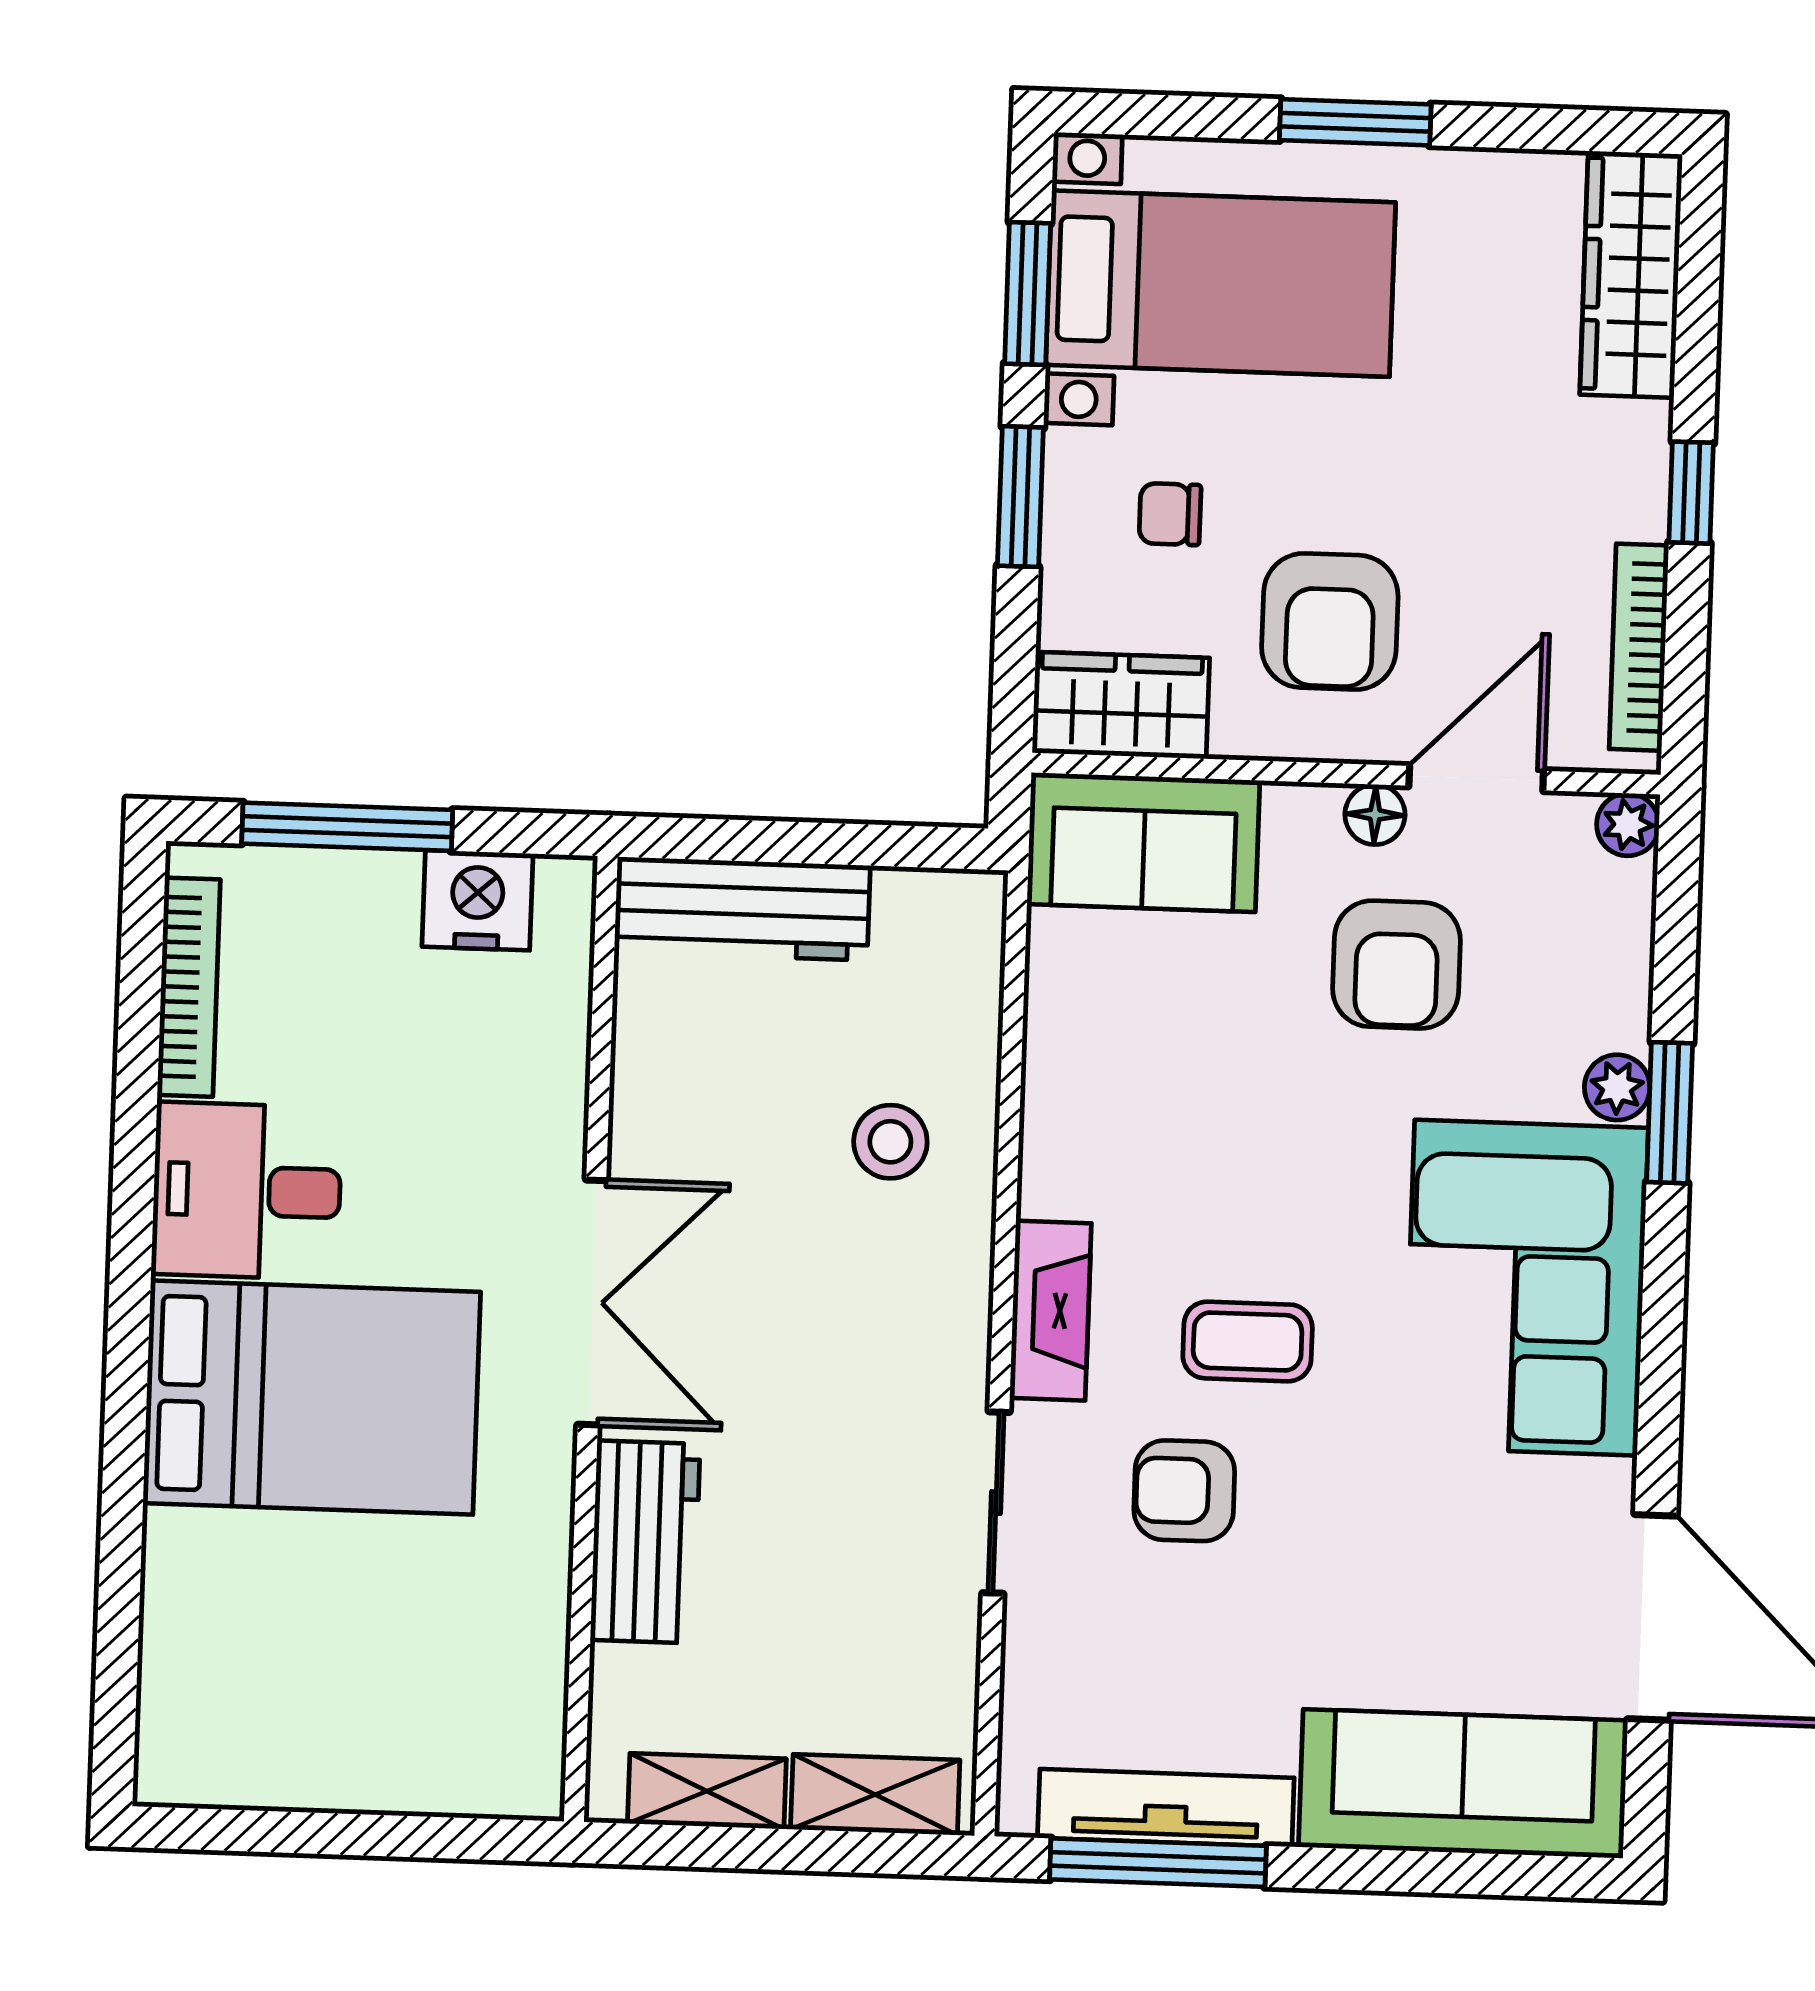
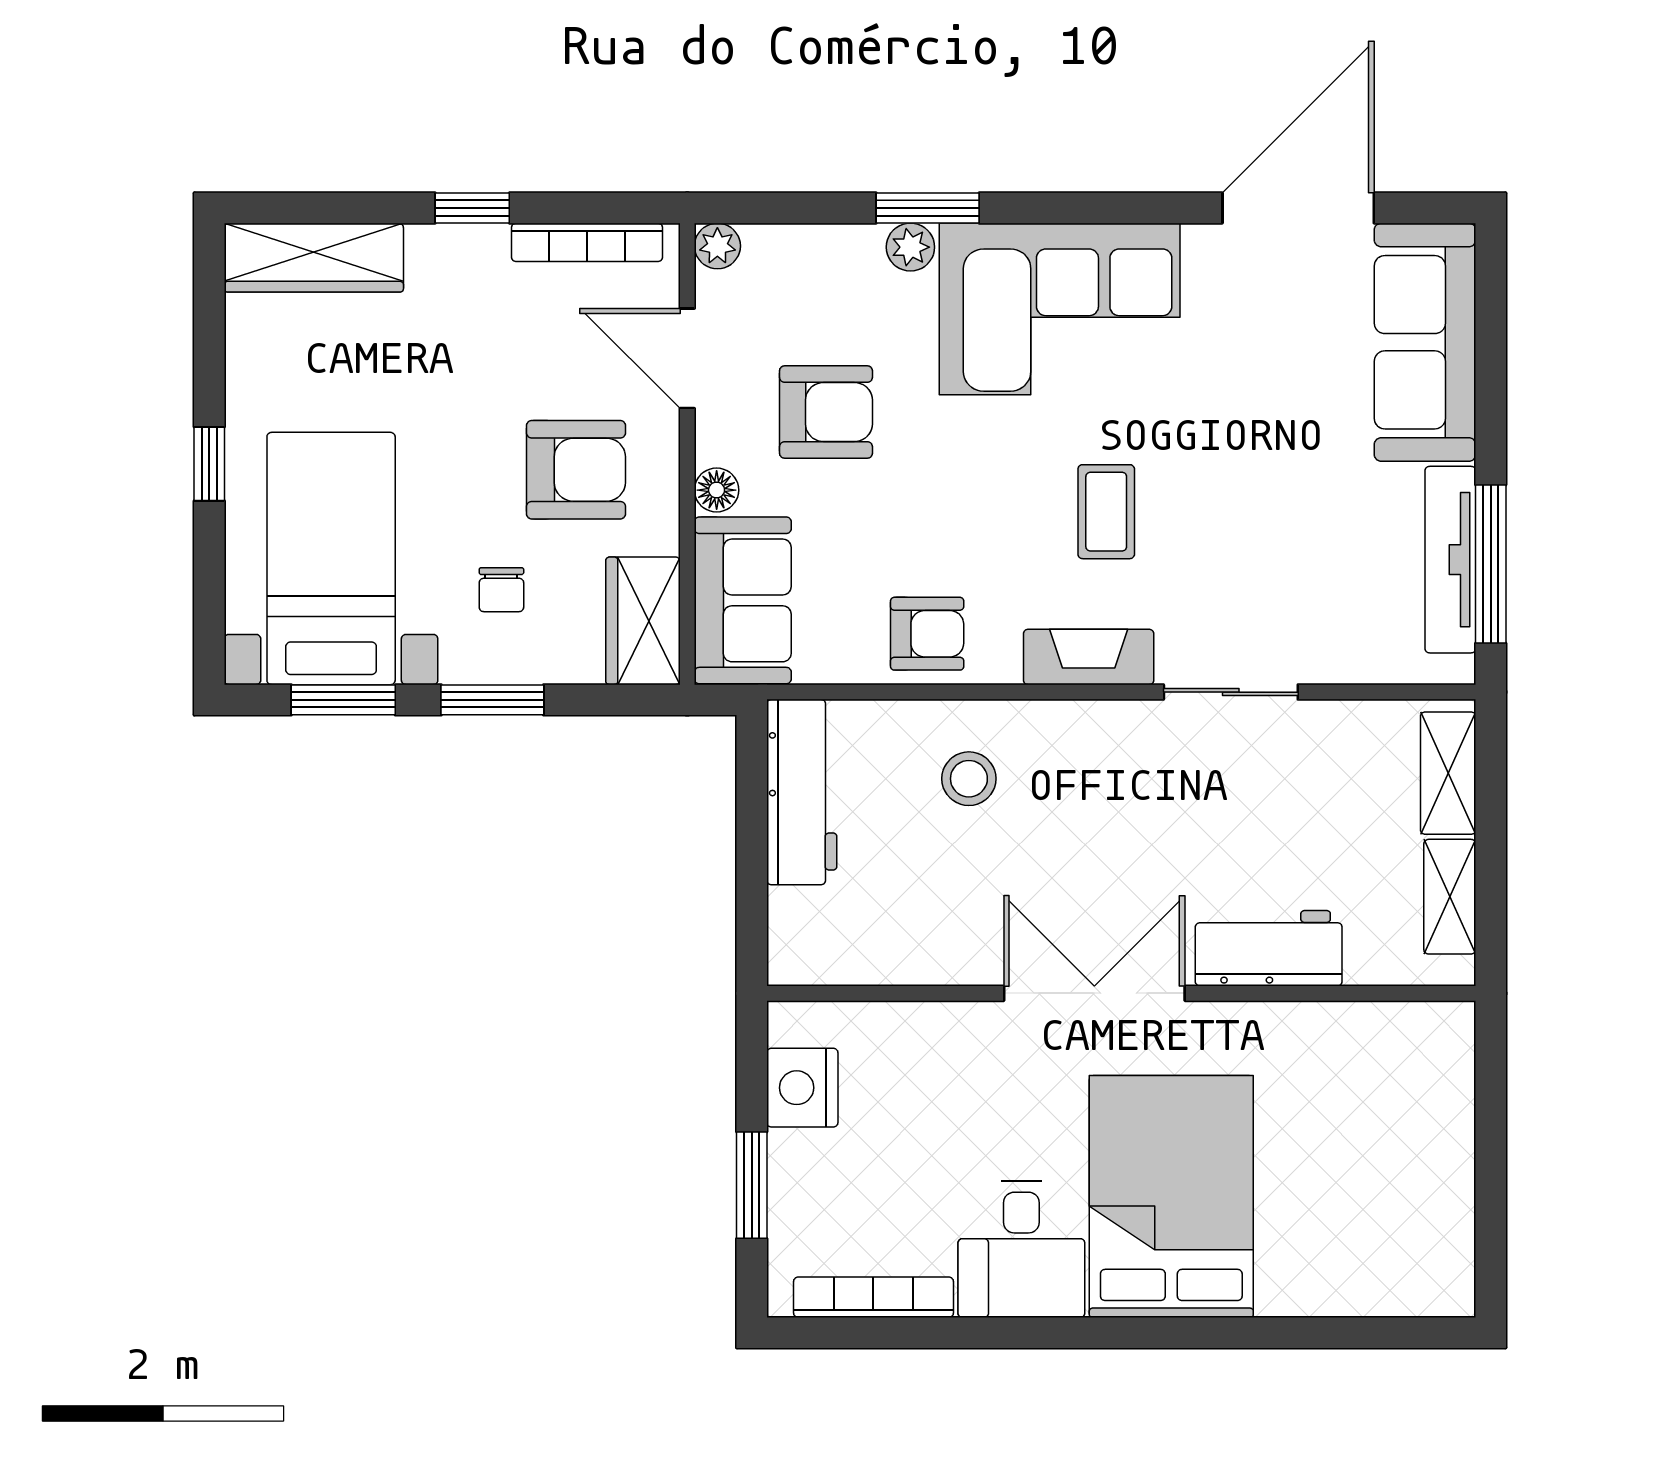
window: (1355, 122) -> (209, 464), width x0.67
floor lamp: (1375, 815) -> (717, 490), moved
window: (347, 827) -> (752, 1185), width x0.69
workbench: (742, 909) -> (802, 792), moved
armchair: (1184, 1491) -> (927, 634), moved, turned -90

